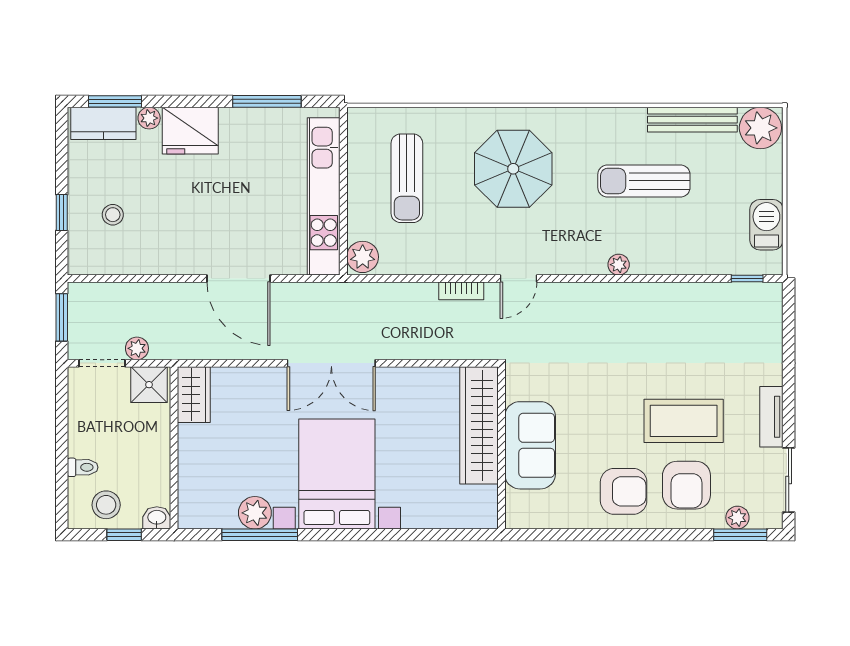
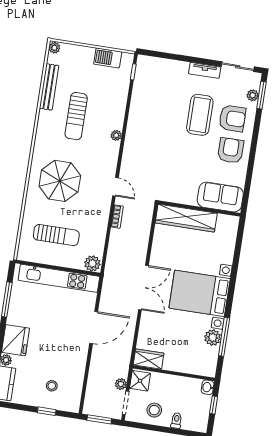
plant: (760, 128) -> (54, 48), width x0.53, depth x0.53
sofa: (530, 445) -> (220, 197), moved
stool: (106, 505) -> (154, 410), moved

